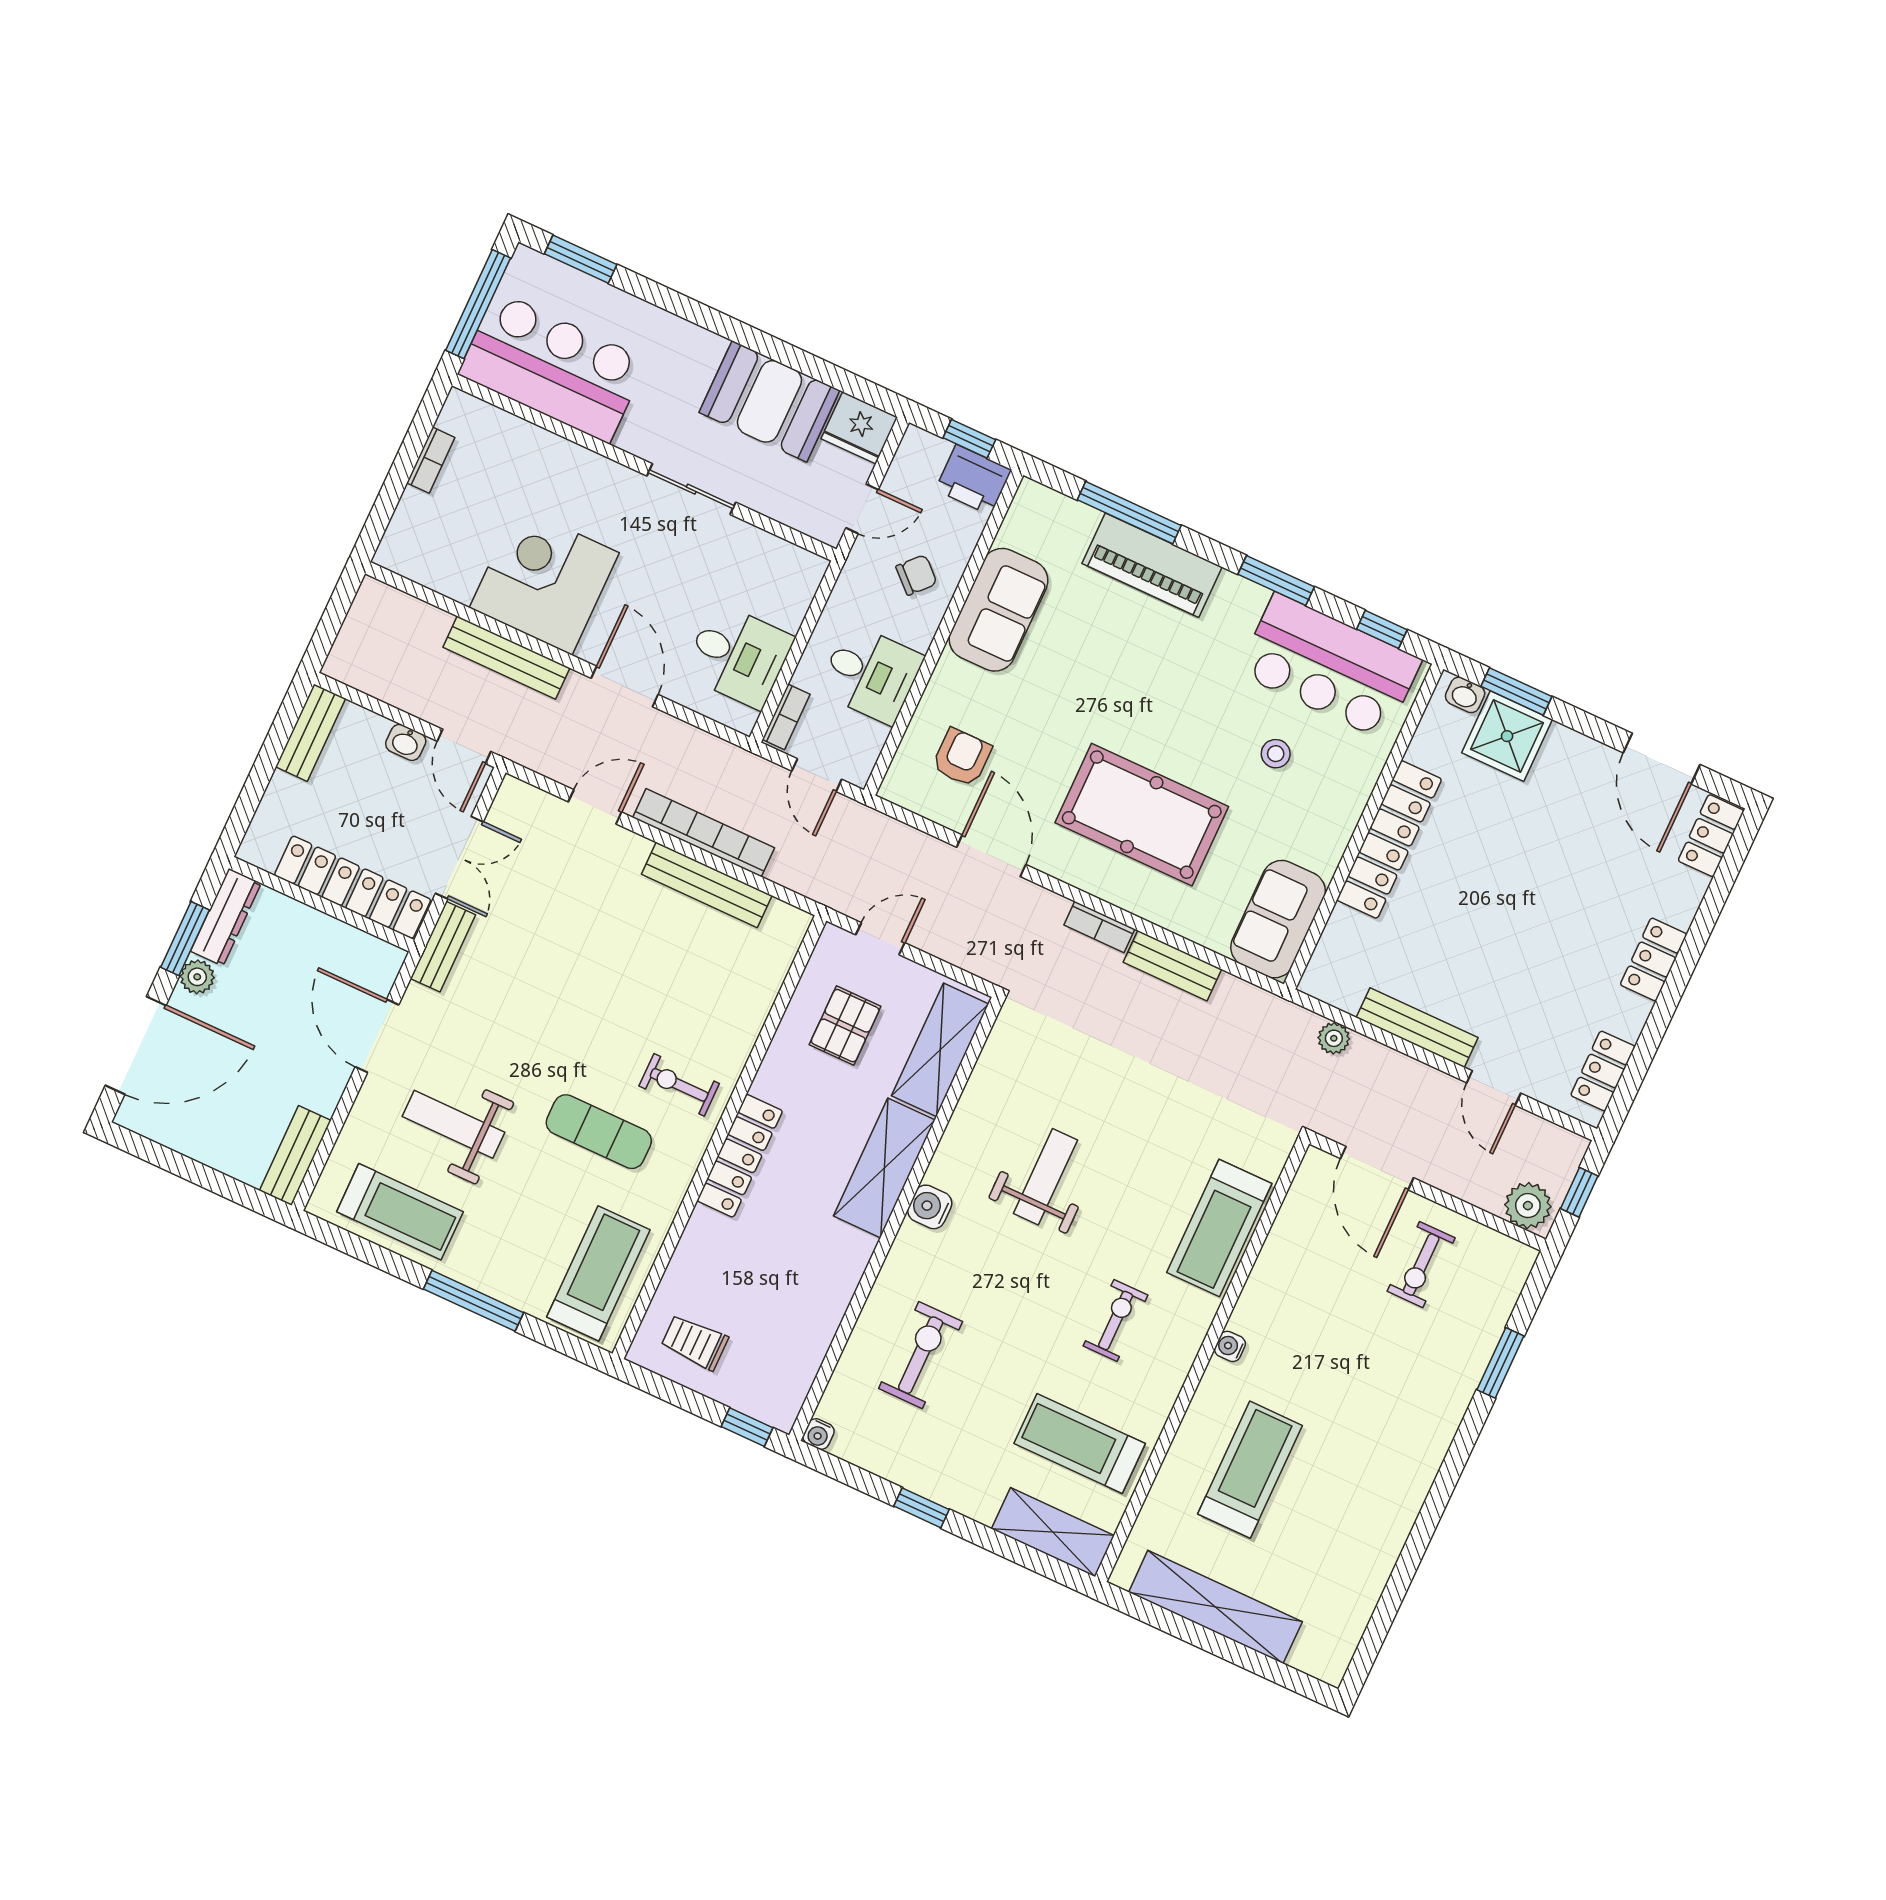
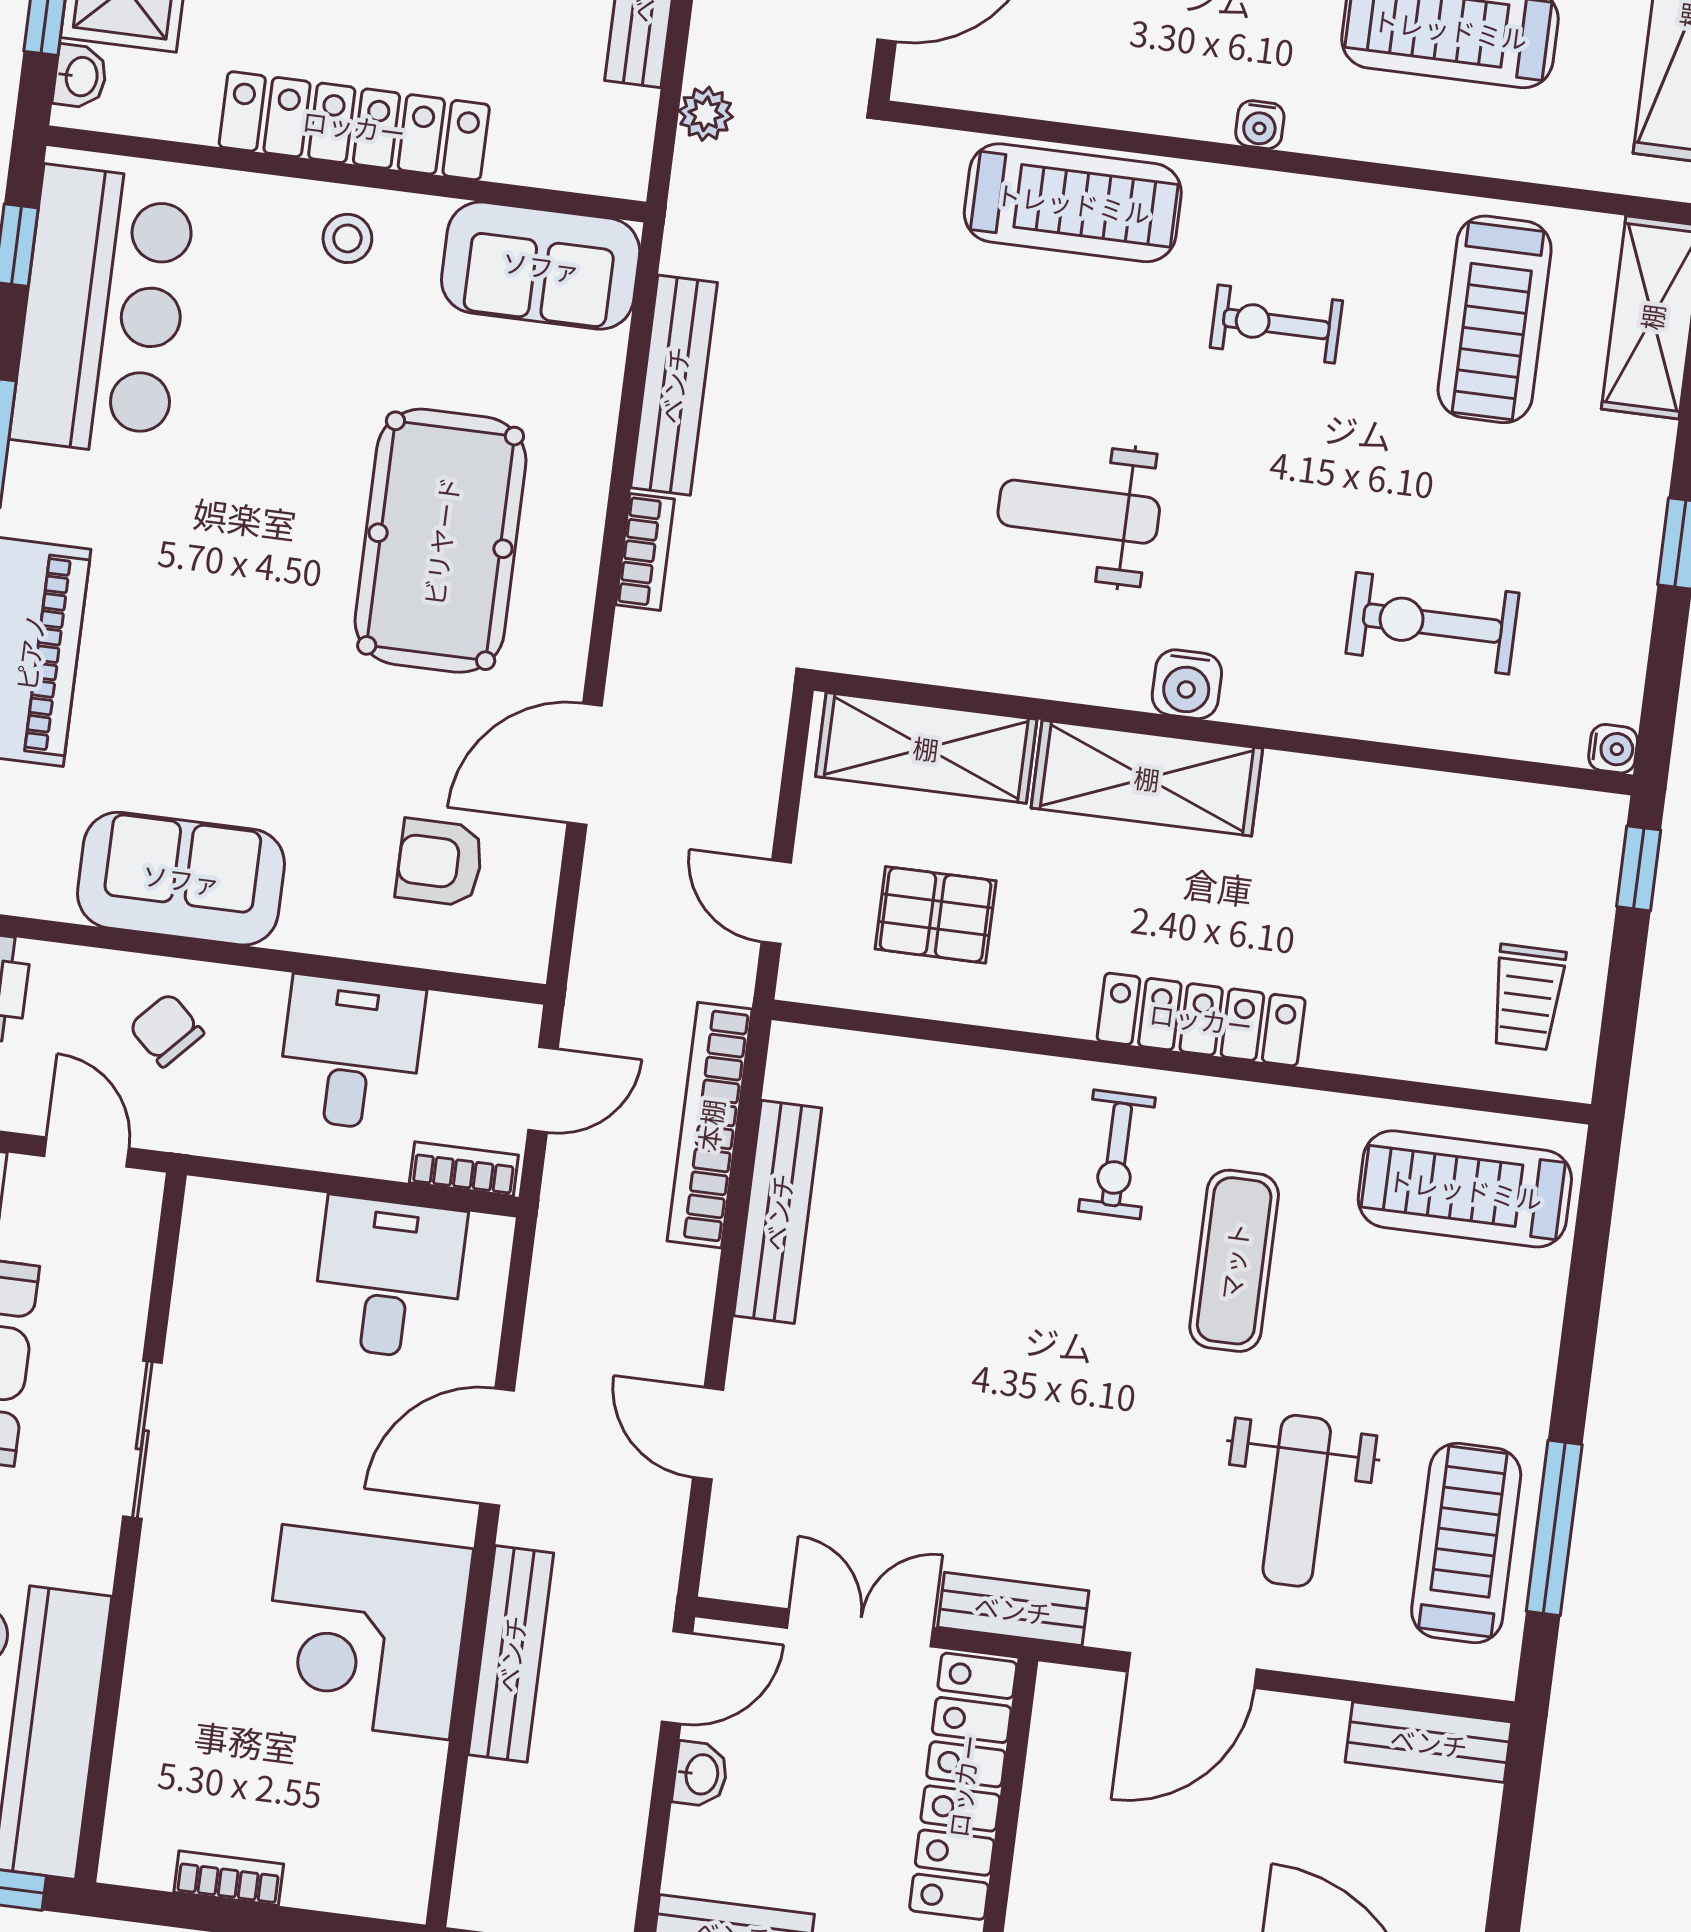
stool: (1276, 754) -> (347, 238), moved
bookcase: (704, 833) -> (710, 1125), moved
bench: (1172, 966) -> (674, 385), width x1.36
window: (474, 1301) -> (1554, 1528), moved

